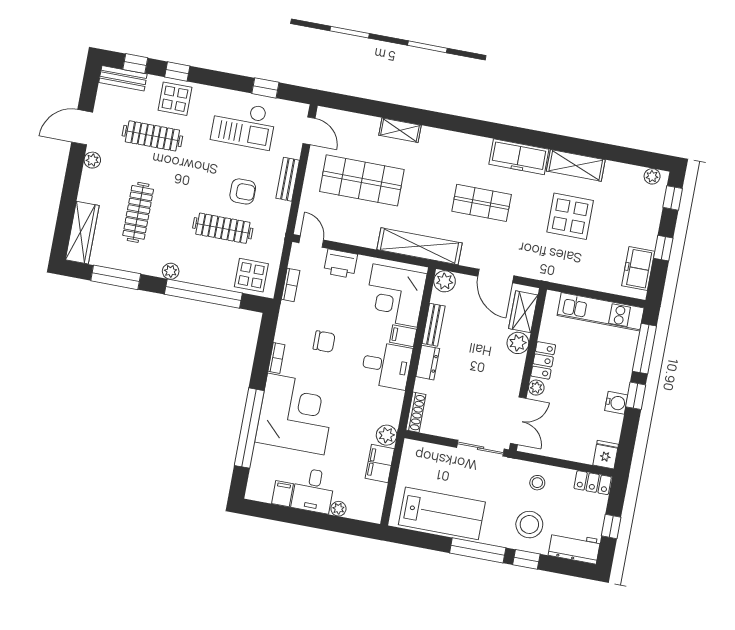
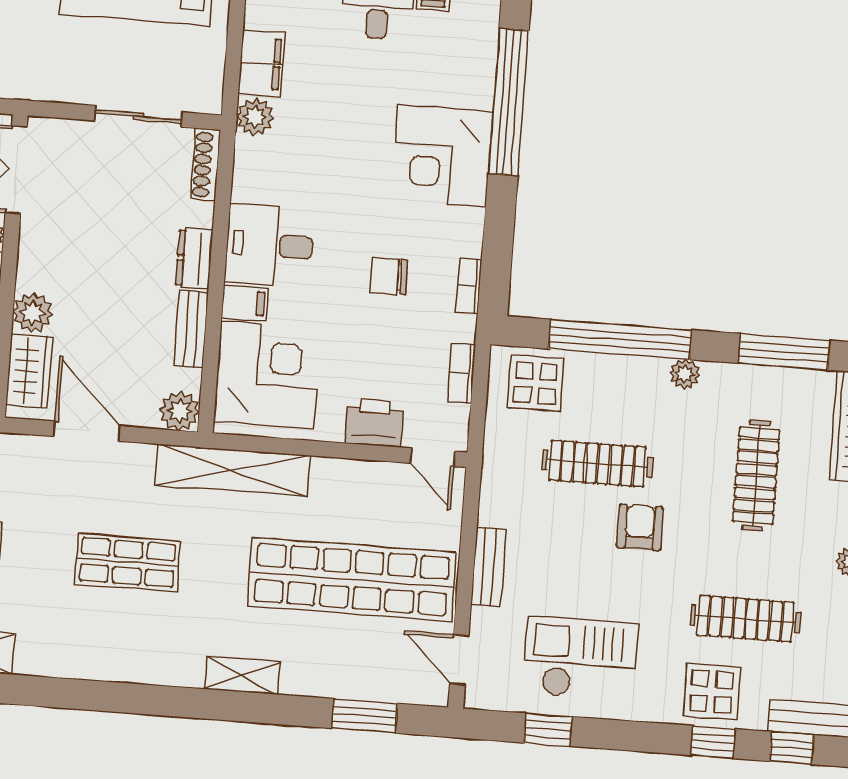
window: (363, 106) -> (365, 716), added
shelving: (400, 130) -> (242, 675), moved
freezer: (519, 157) -> (68, 655), removed
shop shelf: (362, 180) -> (352, 579), width x1.40
armchair: (243, 191) -> (640, 527), moved, turned 90
bookcase: (276, 358) -> (469, 286), moved
corner desk: (296, 414) -> (442, 156), width x0.74, depth x0.74
sliding door: (481, 448) -> (138, 116), moved

